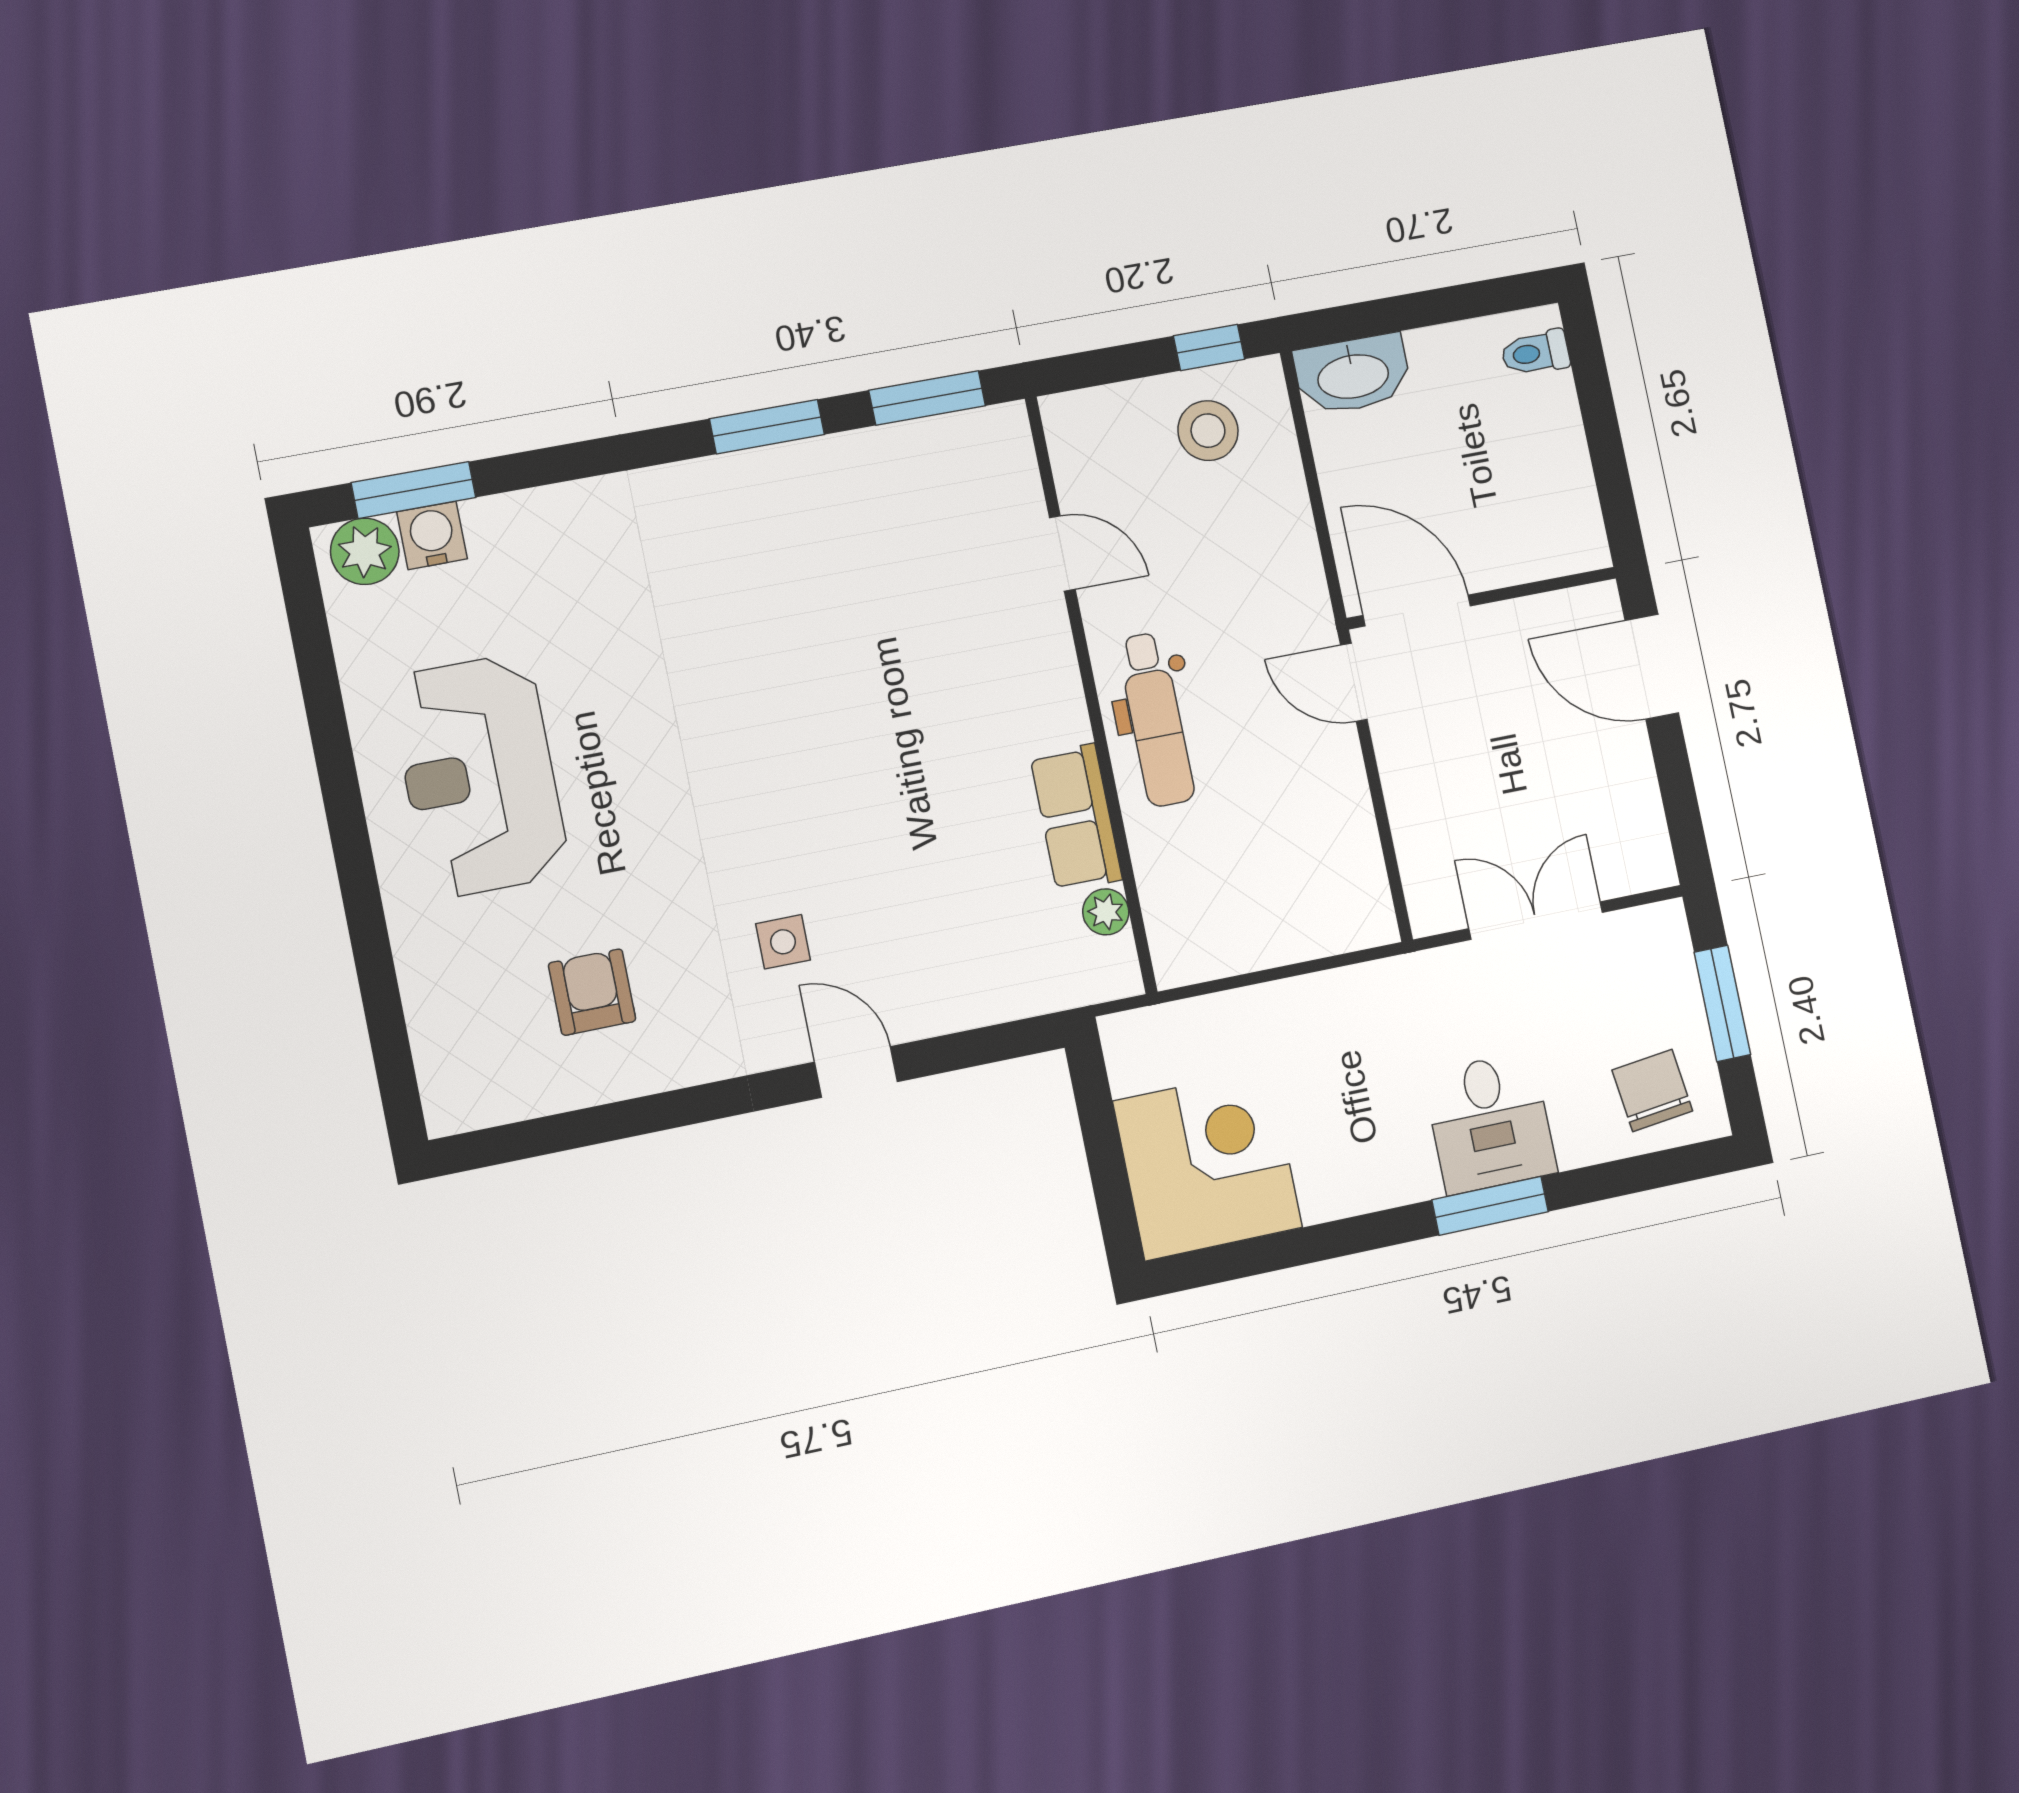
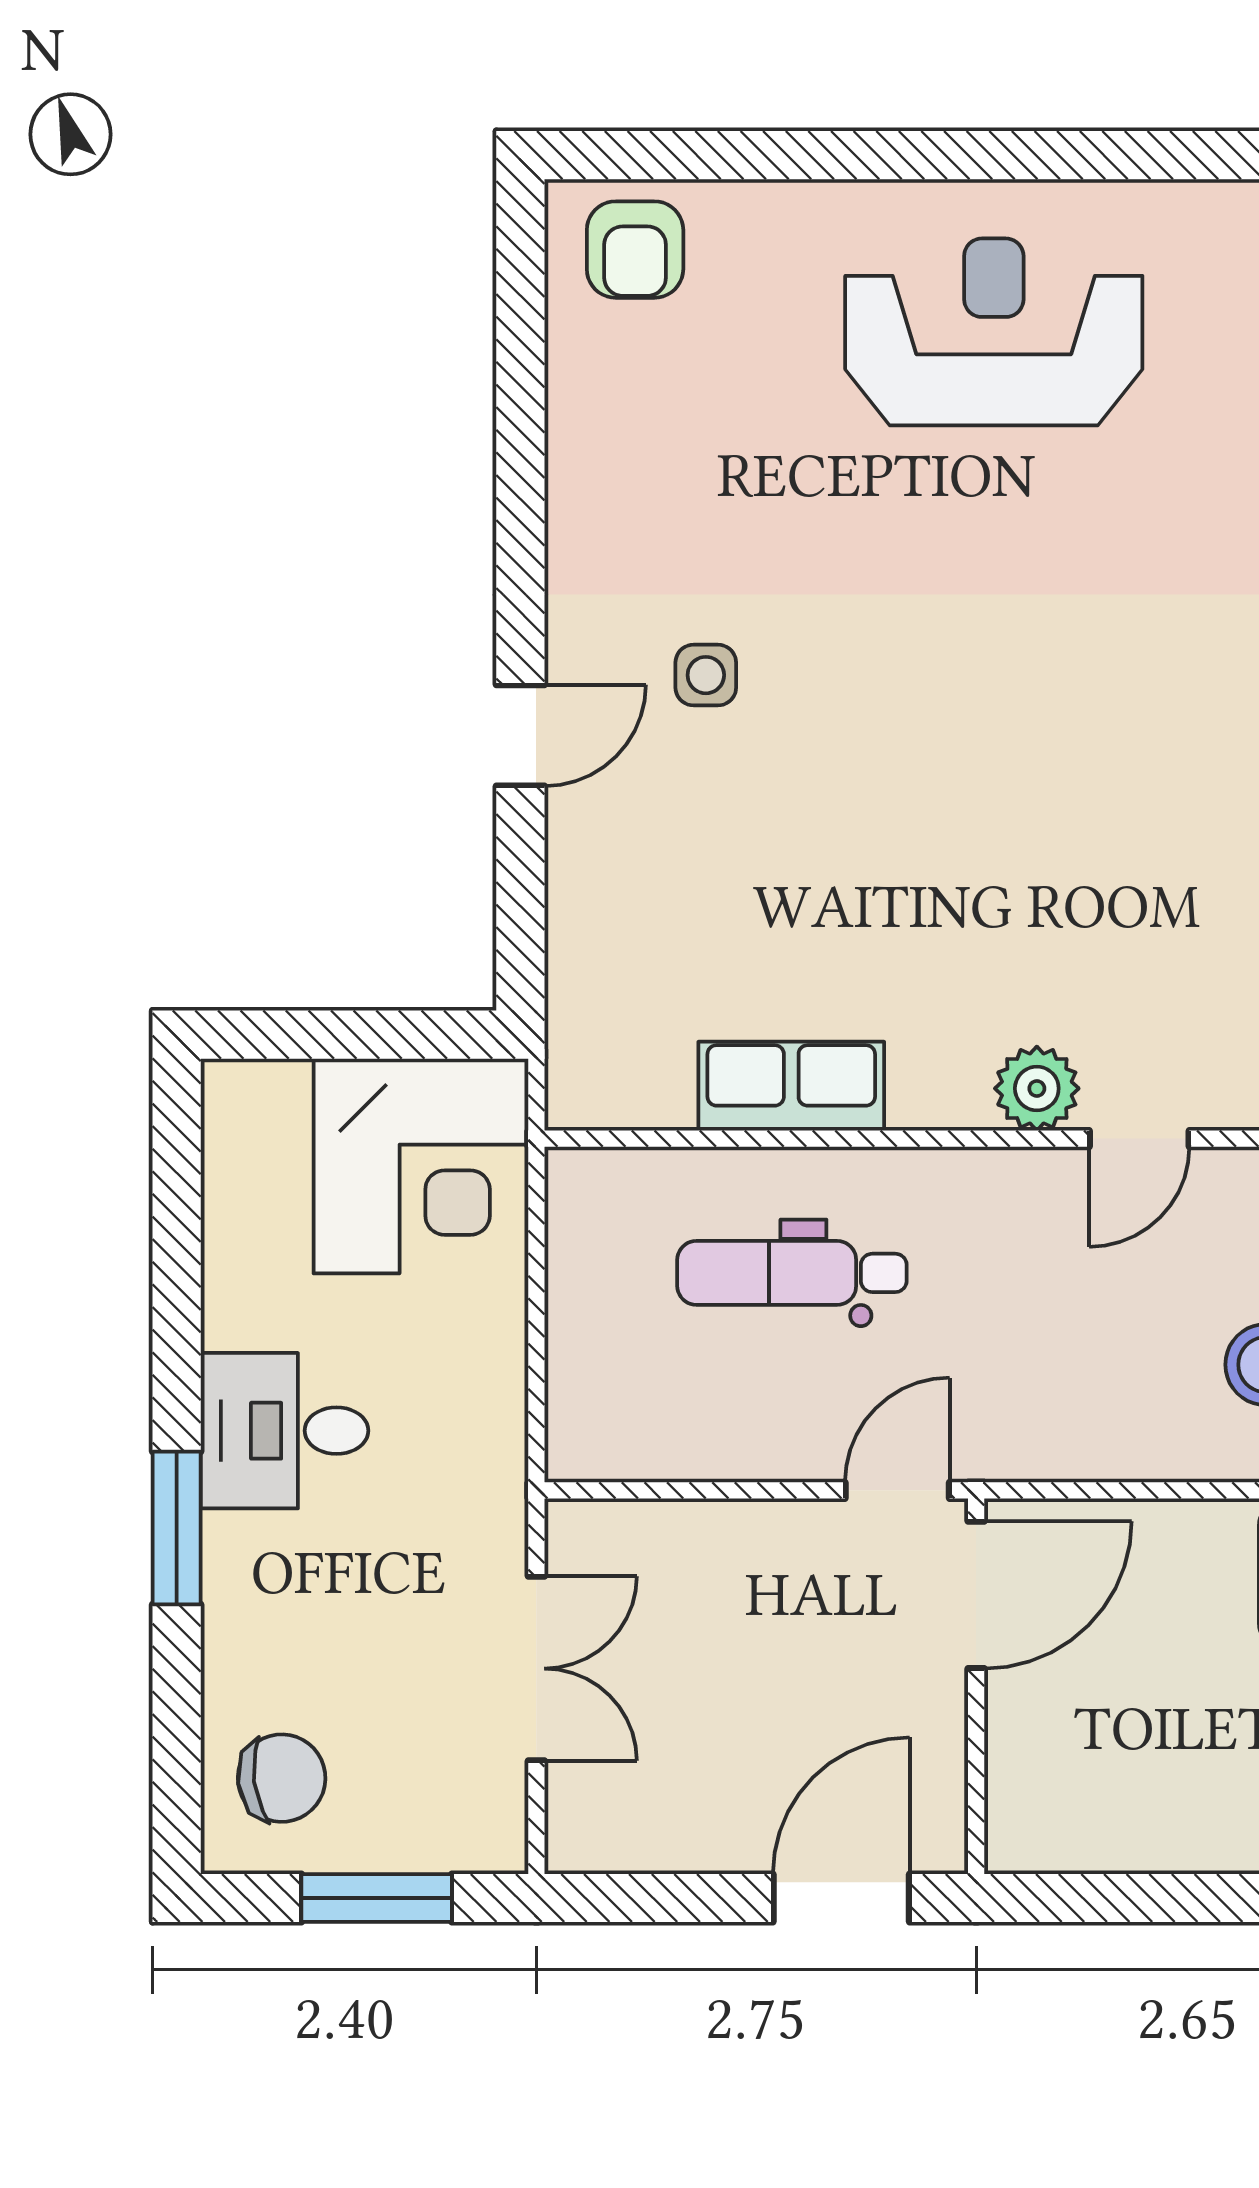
dental chair: (1156, 720) -> (792, 1273), moved
plant: (1106, 912) -> (1037, 1088), moved, width x1.38, depth x1.38
armchair: (592, 992) -> (635, 250), moved, turned 90
desk: (1490, 1123) -> (284, 1431), moved
corner desk: (1208, 1164) -> (421, 1166), moved

